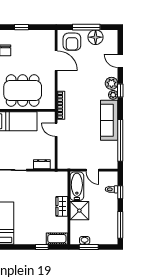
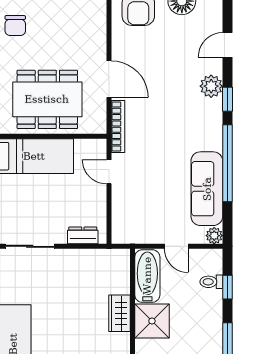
door: (56, 61) -> (109, 79), moved
door: (120, 61) -> (227, 45), hinge flipped
plant: (113, 95) -> (214, 236), moved
sofa: (109, 120) -> (207, 189), moved
window: (120, 140) -> (227, 163), moved

